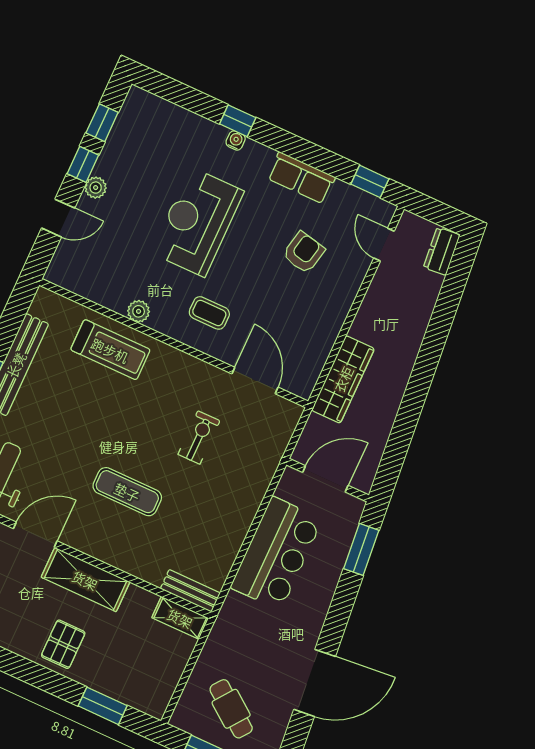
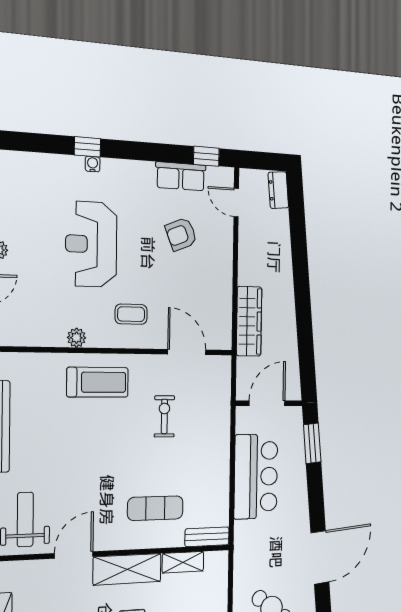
row of seats: (301, 178) -> (181, 176), moved
armchair: (304, 253) -> (181, 234), turned -124
treadmill: (110, 350) -> (98, 382), moved
exercise mat: (127, 492) -> (155, 508), moved
shelving: (180, 618) -> (183, 562), moved

